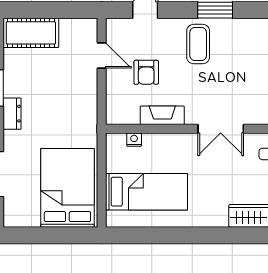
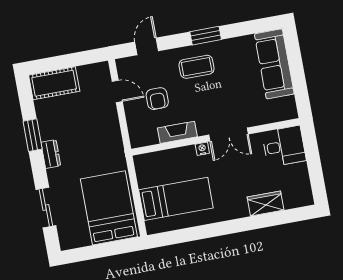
coffee table: (198, 44) -> (197, 67), turned 90
nightstand: (134, 140) -> (202, 149), moved

